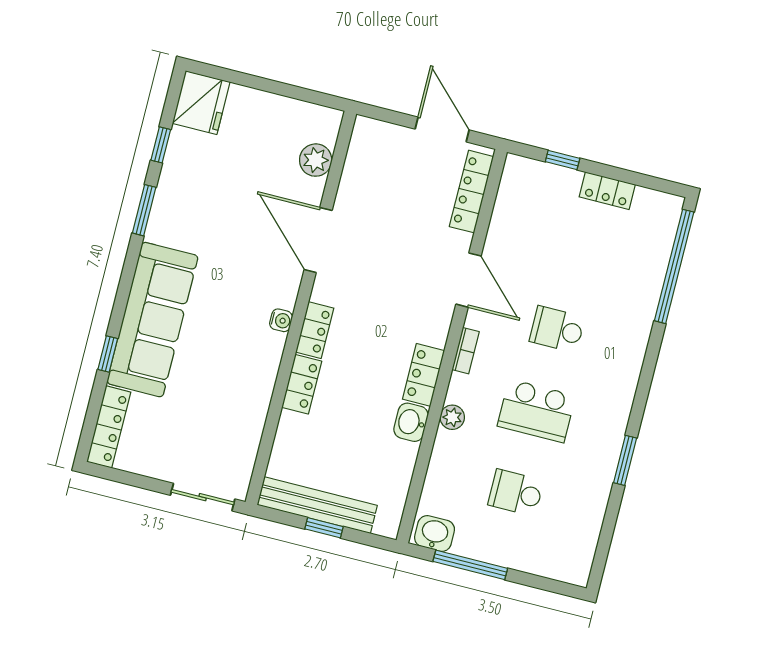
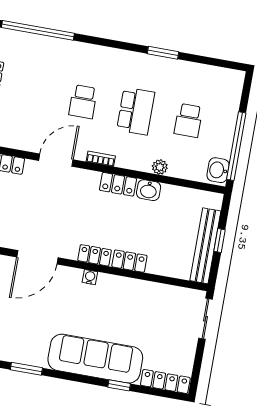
plant: (452, 417) -> (160, 167), moved
window: (470, 565) -> (236, 146), width x1.46

